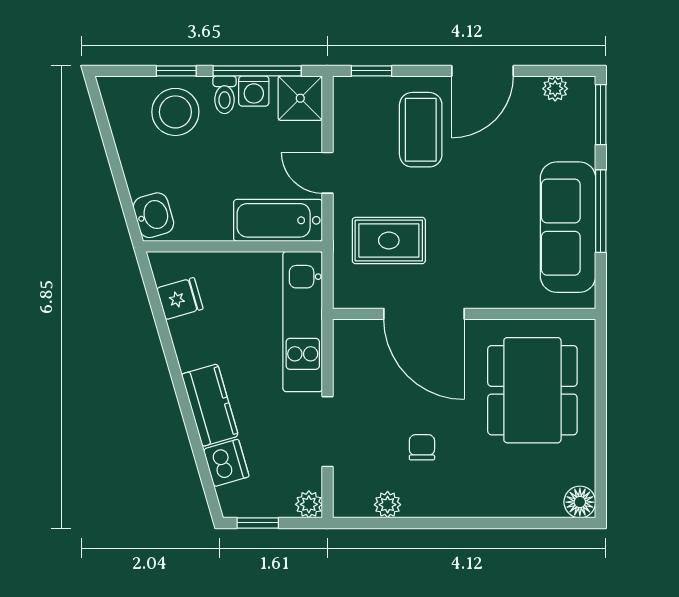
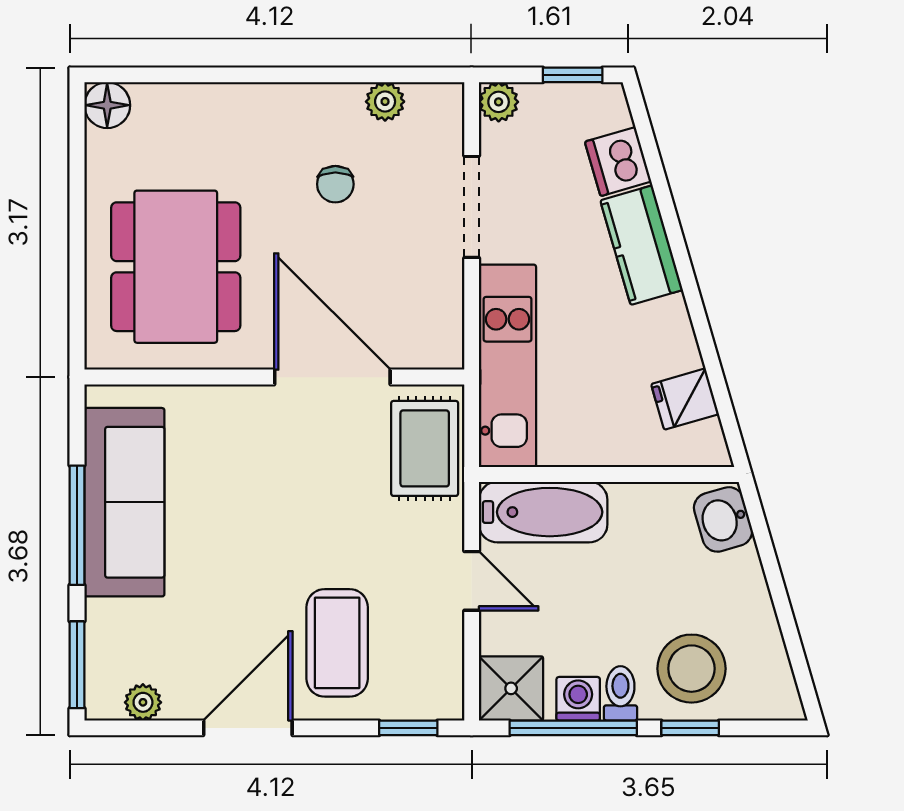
rug: (389, 240) -> (425, 448), moved, turned 90

